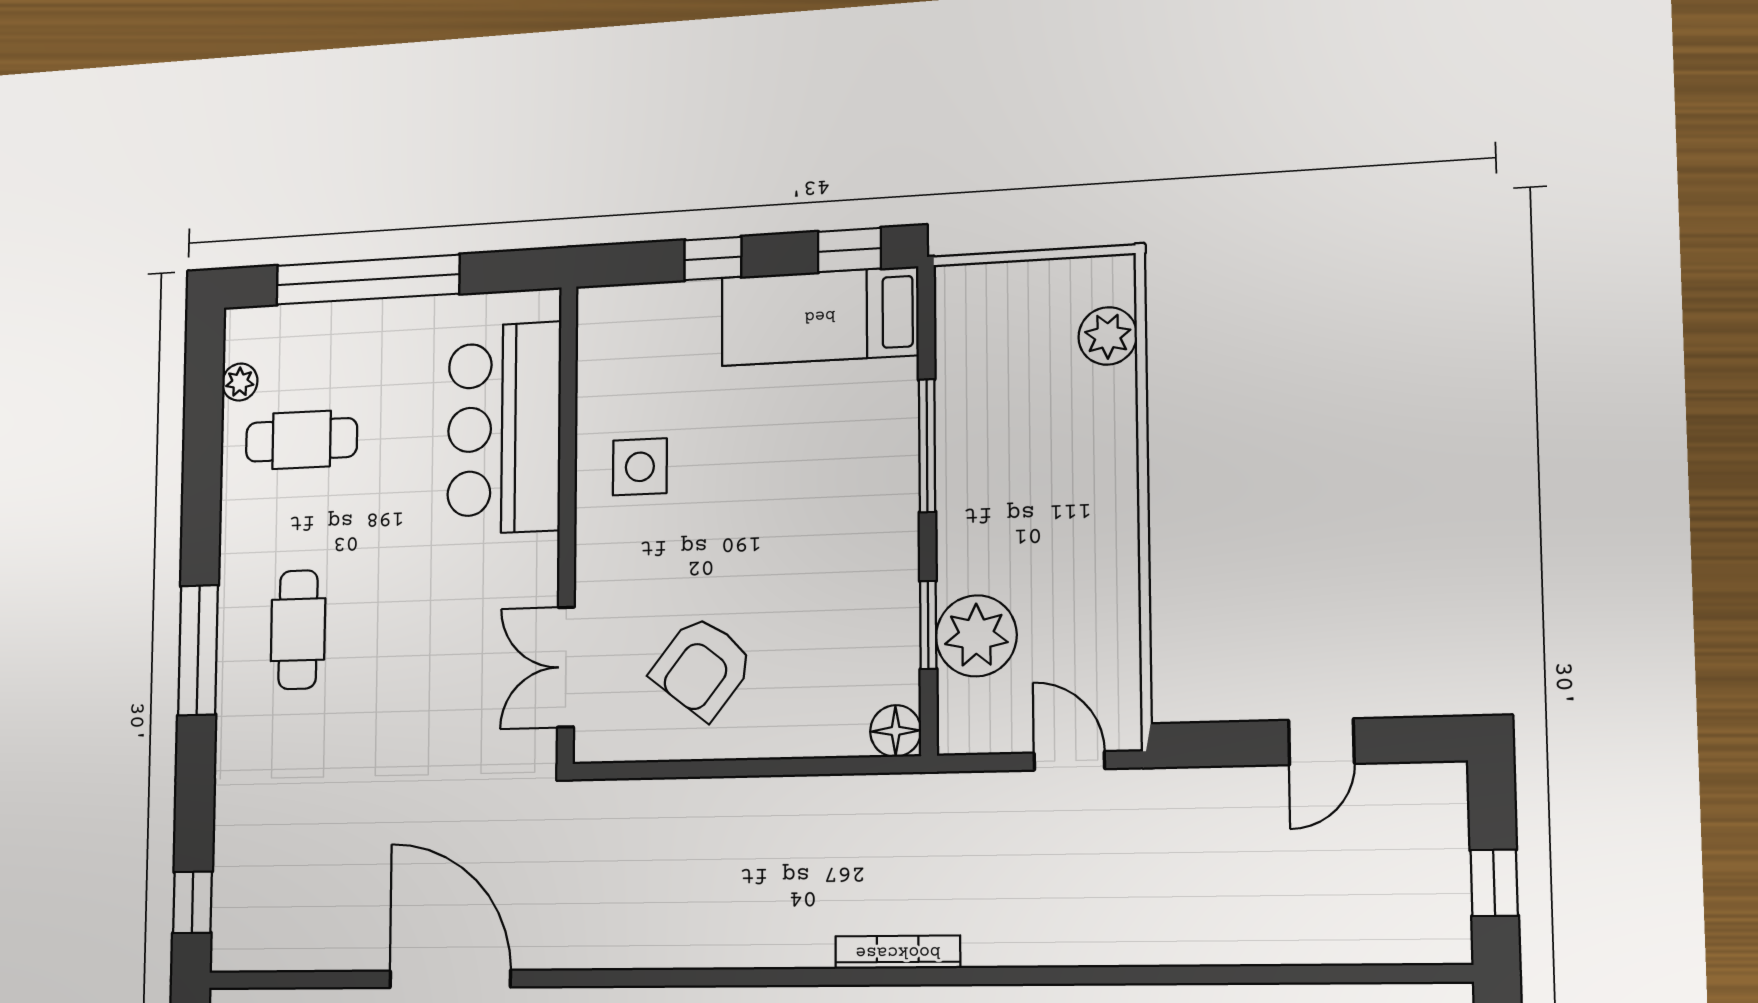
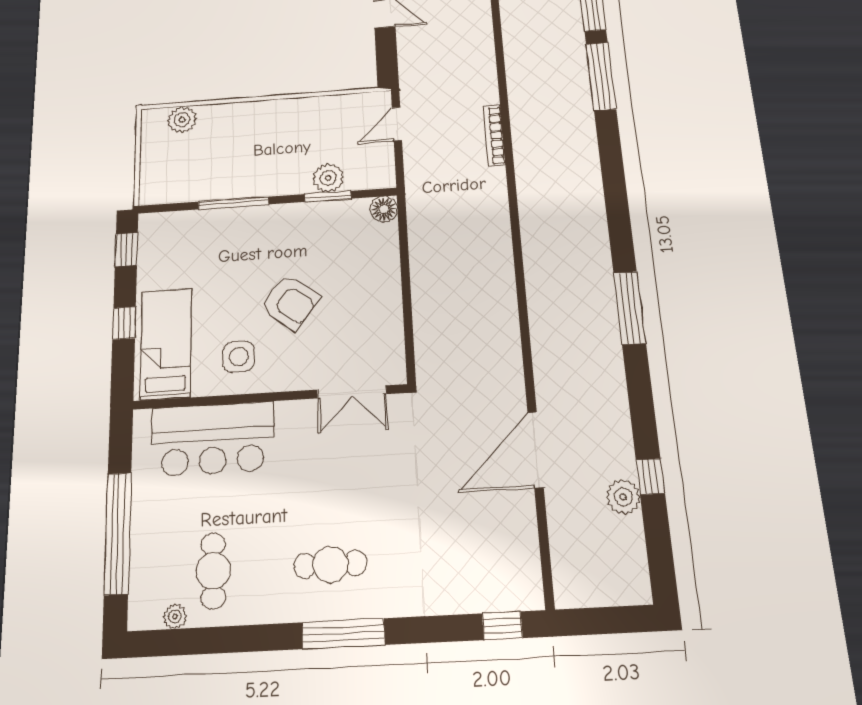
bed: (820, 316) -> (166, 344), moved, turned 180
plant: (976, 636) -> (328, 178), width x0.73, depth x0.73
armchair: (702, 667) -> (290, 302), moved
bookcase: (898, 952) -> (494, 135), moved

